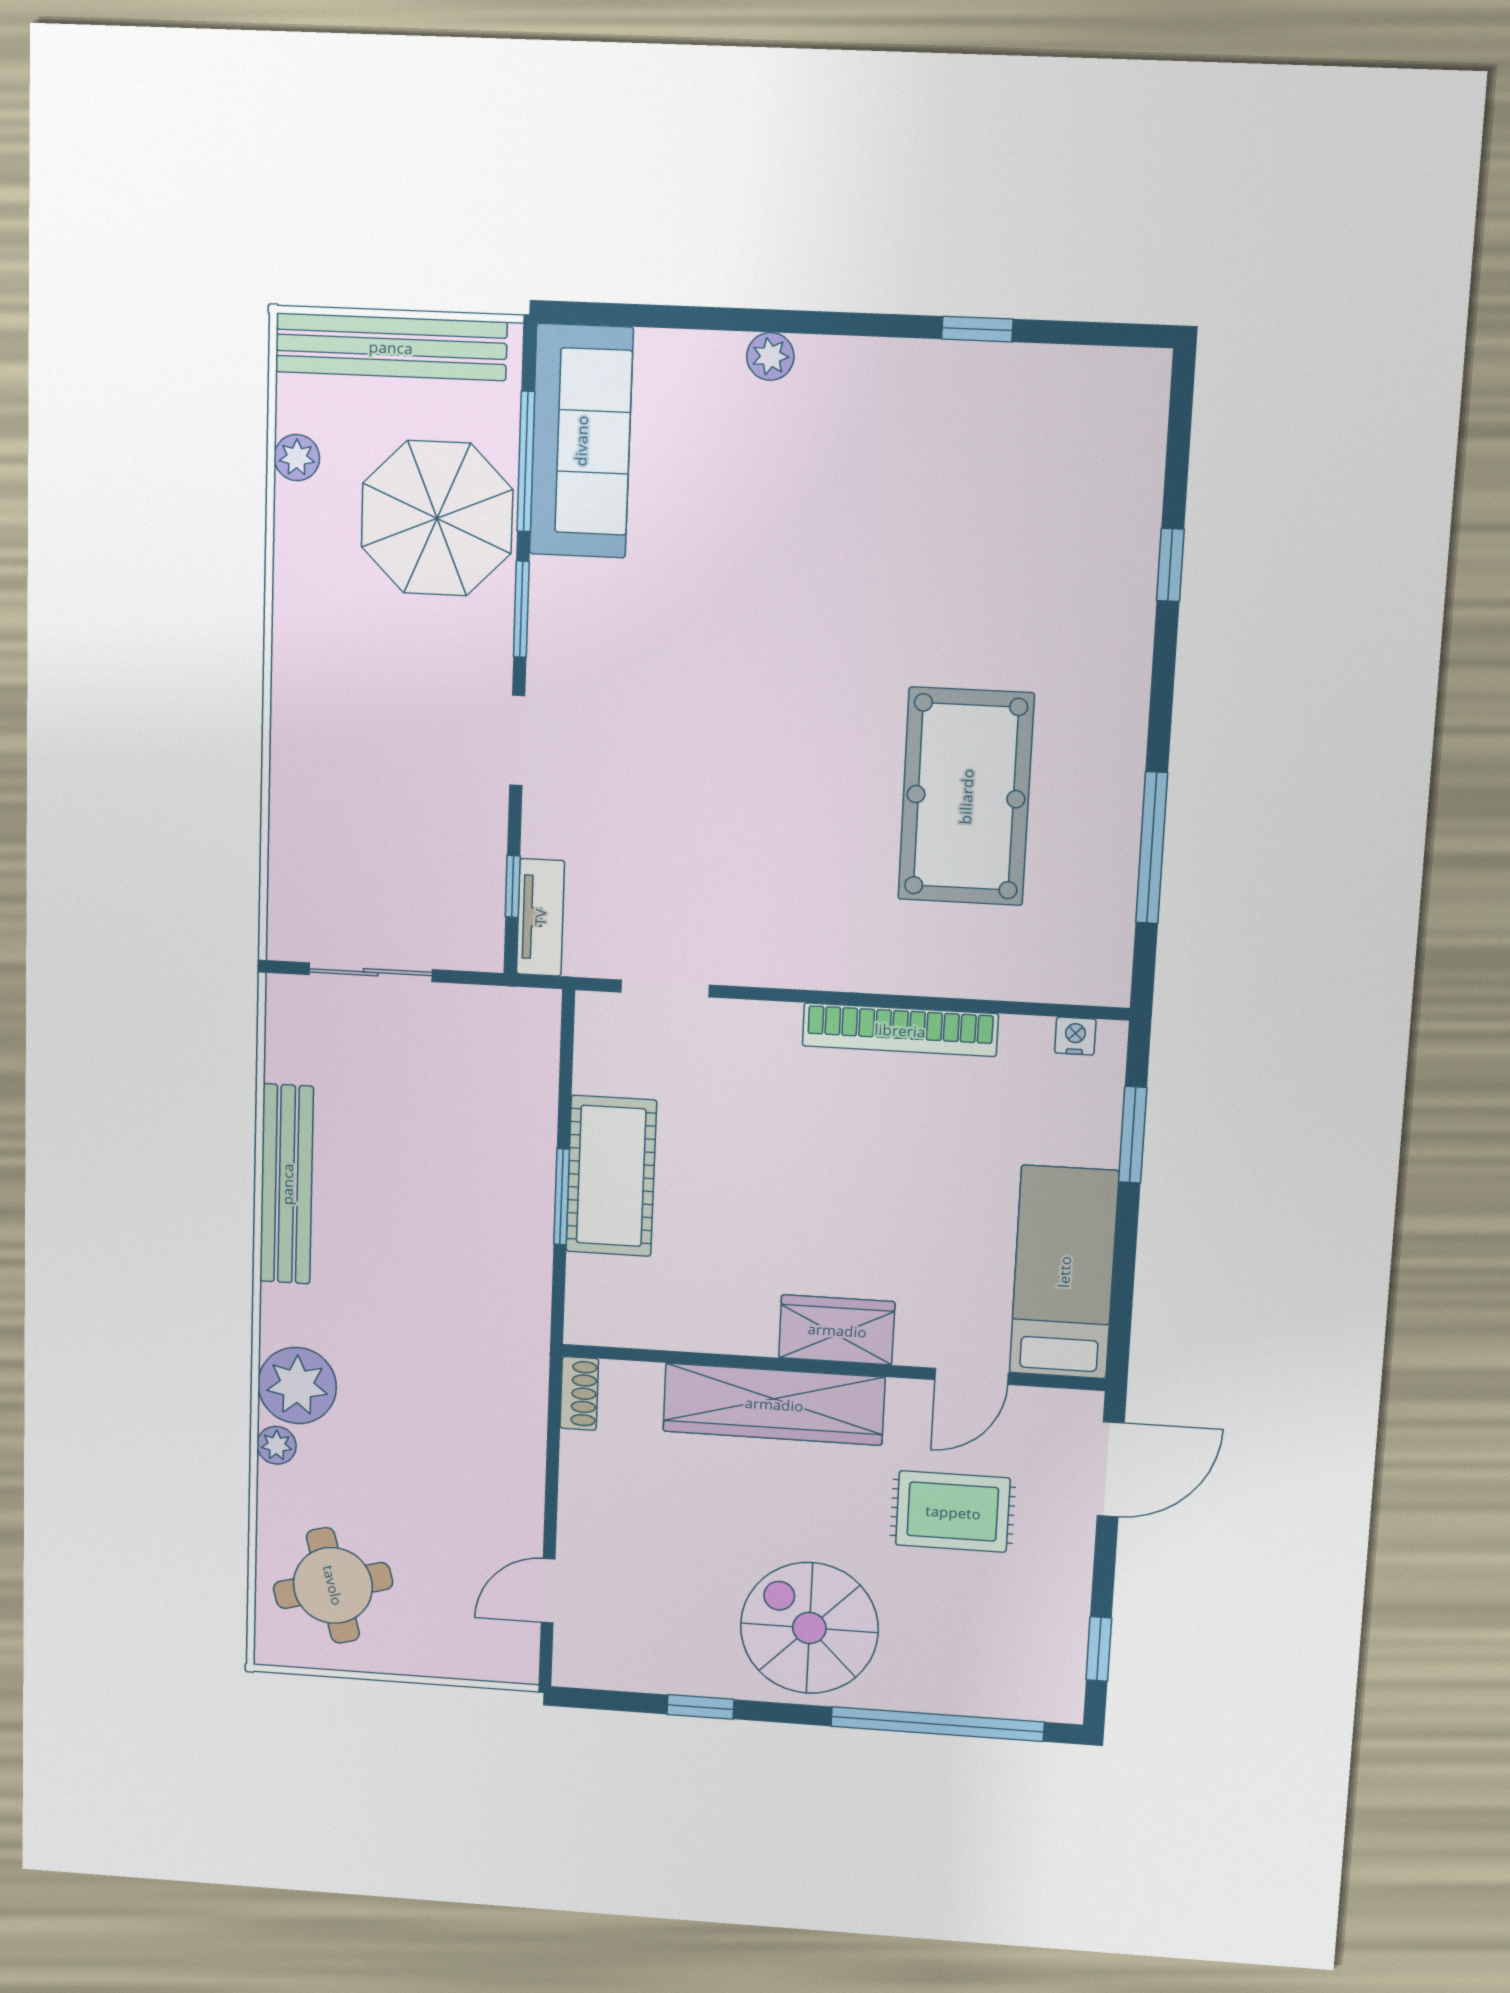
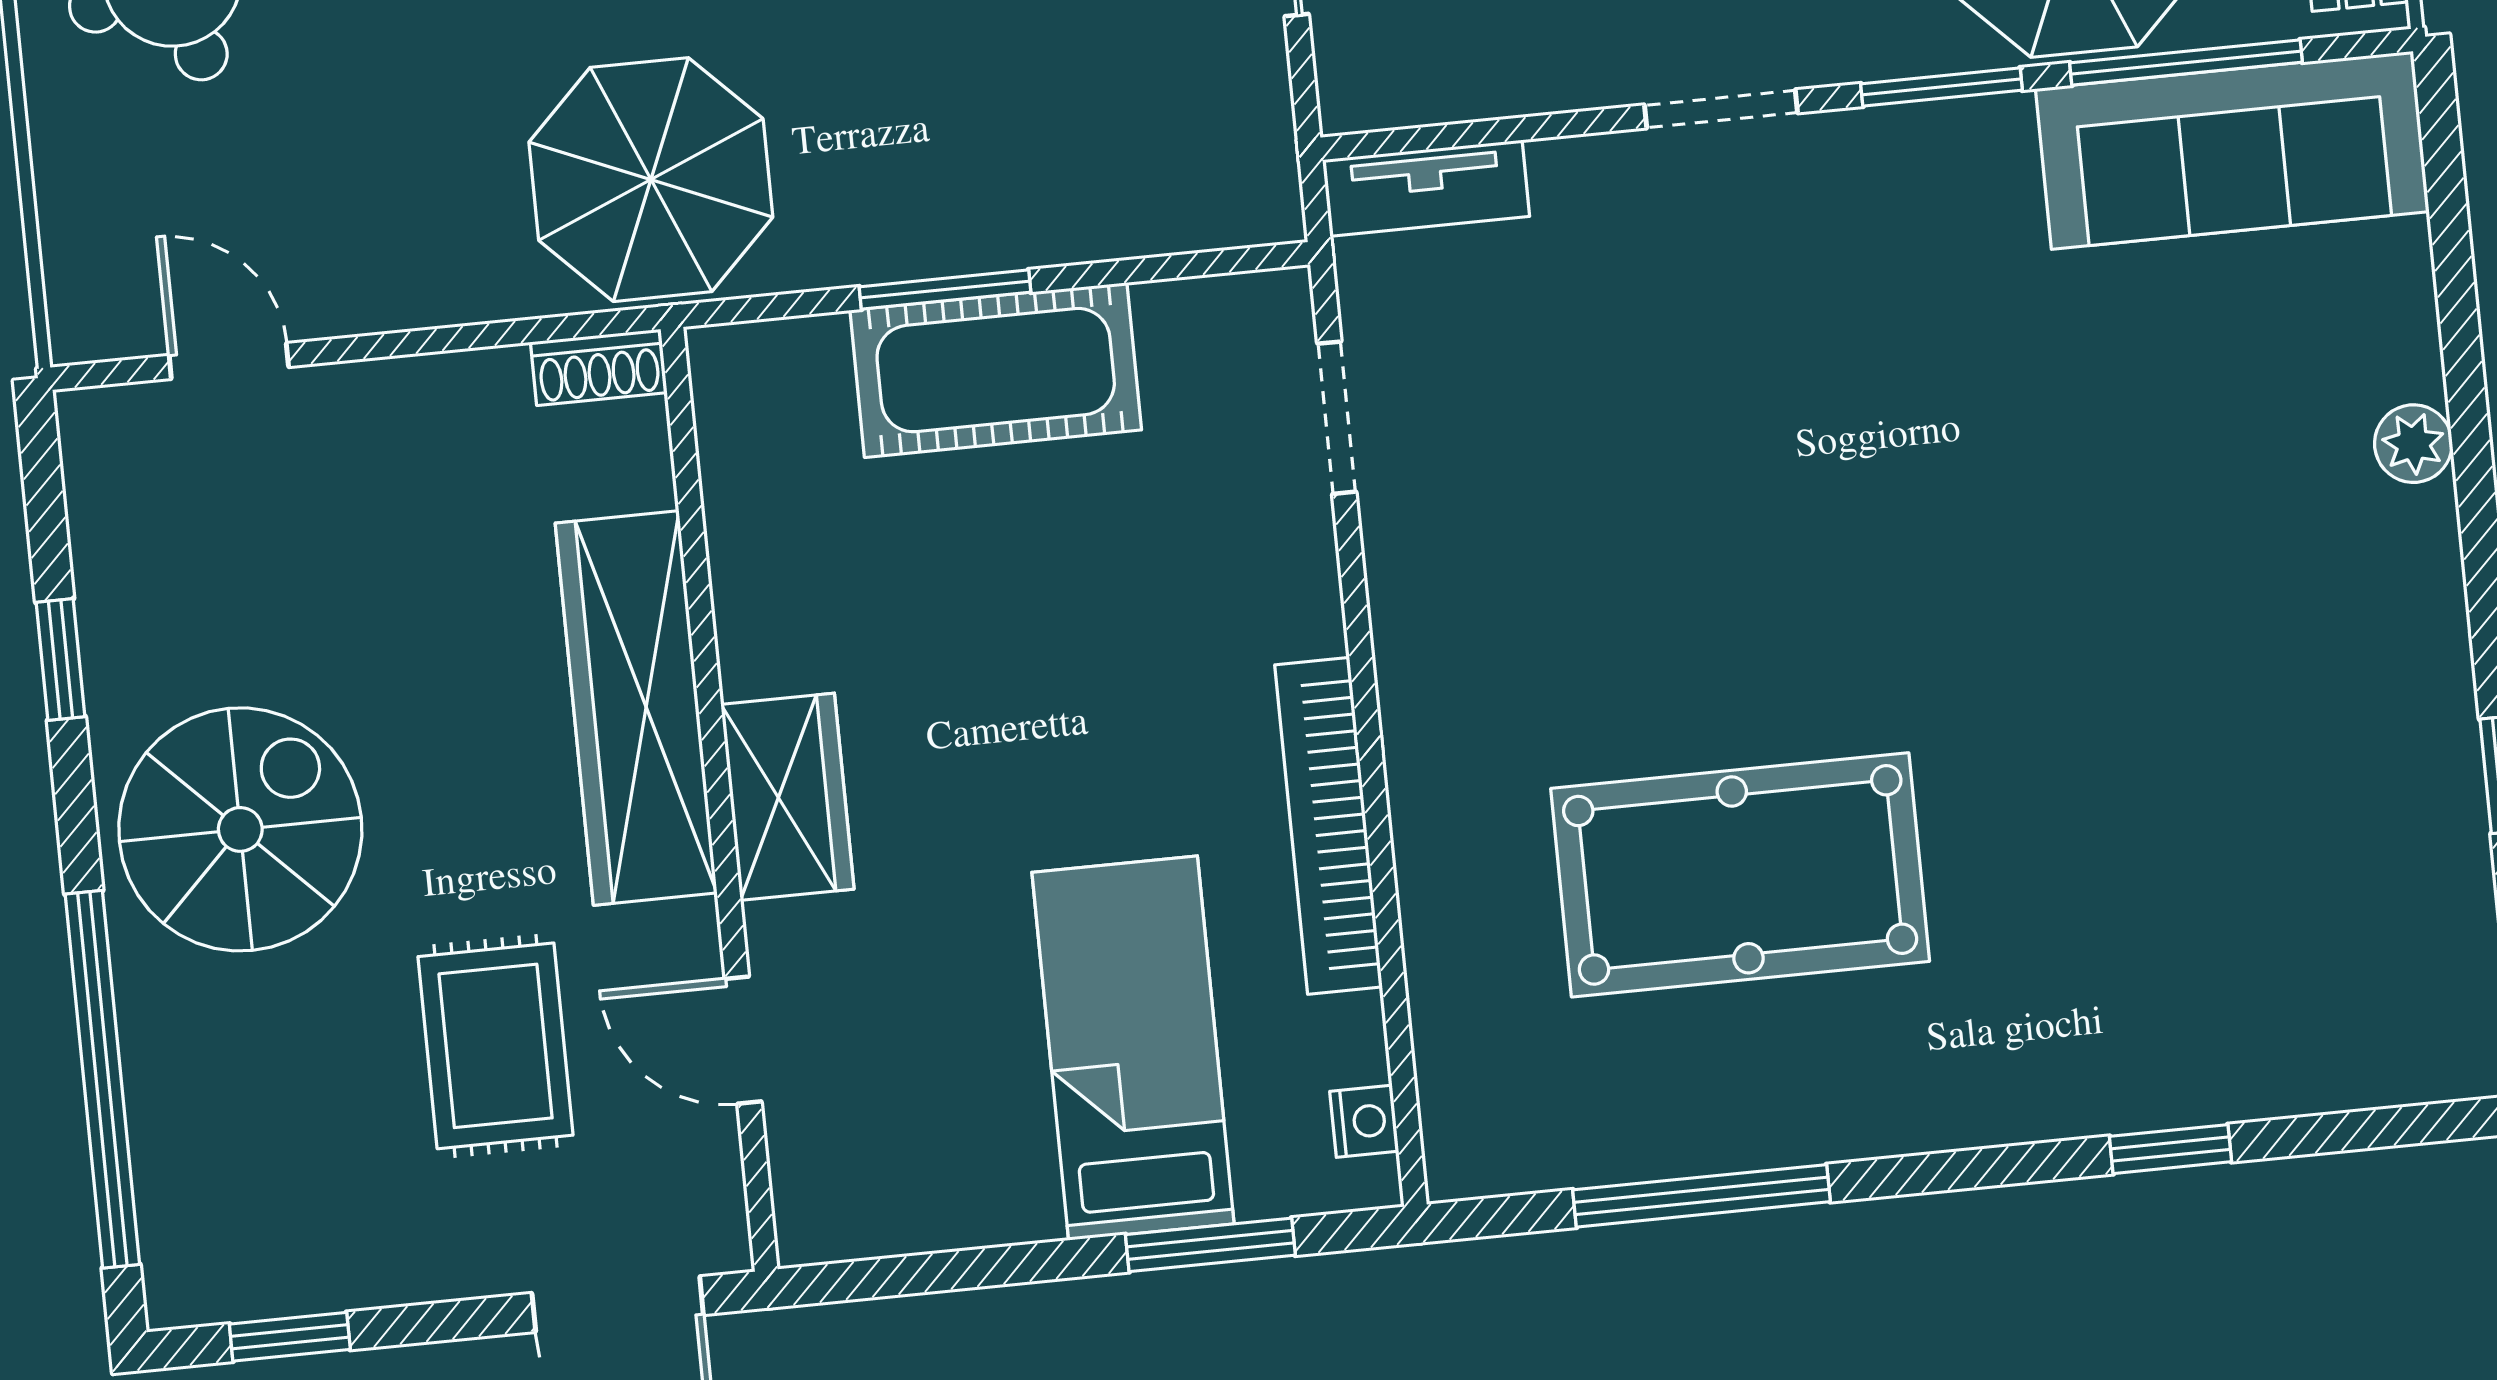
window: (513, 886) -> (1472, 134), removed
bed: (1064, 1272) -> (1133, 1048), moved, turned -90
parasol: (478, 1348) -> (651, 180), added

